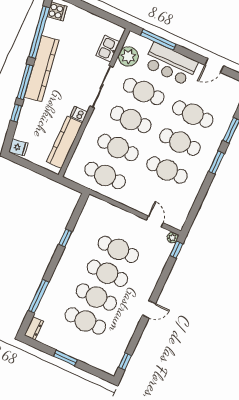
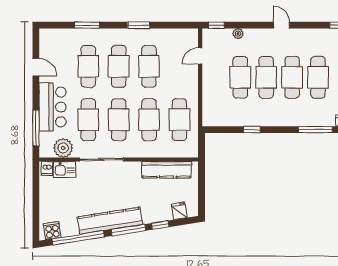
dishwasher: (79, 114) -> (47, 169), moved
fridge: (18, 147) -> (179, 211), moved
window: (217, 162) -> (139, 25), moved
plant: (172, 238) -> (238, 34), moved

